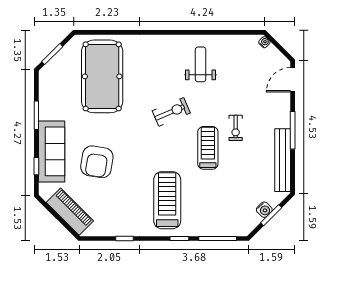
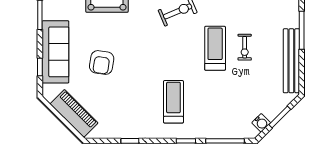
exercise bike: (236, 128) -> (245, 47), moved
armchair: (97, 162) -> (102, 62), width x0.73, depth x0.73
treadmill: (167, 200) -> (173, 102), width x0.73, depth x0.73
water cooler: (264, 210) -> (261, 123), moved

